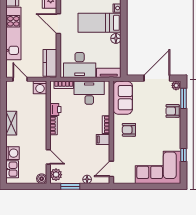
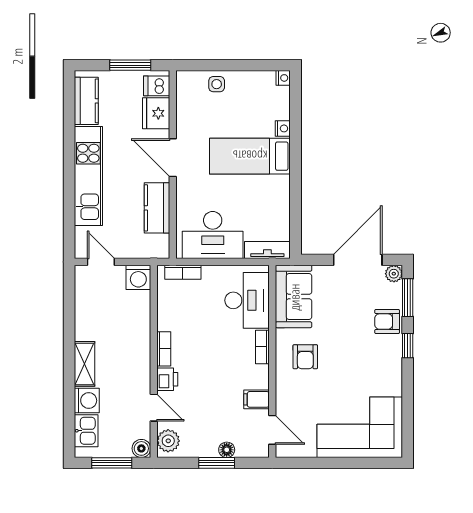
floor lamp: (116, 38) -> (281, 185), removed
kitchen counter: (50, 63) -> (157, 208), moved
desk: (89, 93) -> (247, 300), moved, turned 90
printer: (55, 109) -> (167, 379), moved
shelving: (11, 123) -> (84, 364), moved
armchair: (129, 130) -> (305, 357), turned -90
filing cabinet: (103, 139) -> (256, 399), moved
window: (184, 155) -> (408, 346), moved
door: (111, 169) -> (272, 430), swing flipped
window: (26, 186) -> (112, 463), added
window: (70, 186) -> (217, 463), moved

